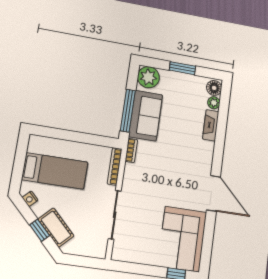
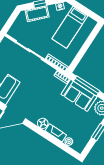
floor lamp: (214, 88) -> (43, 123), moved

